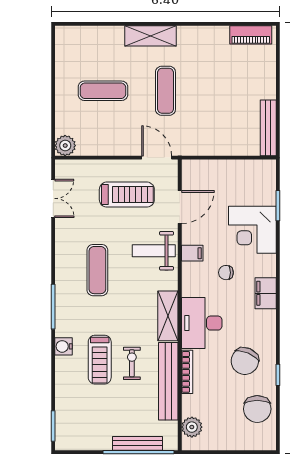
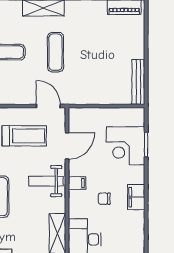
corner desk: (252, 230) -> (126, 146), moved
filing cabinet: (266, 293) -> (136, 197), moved

